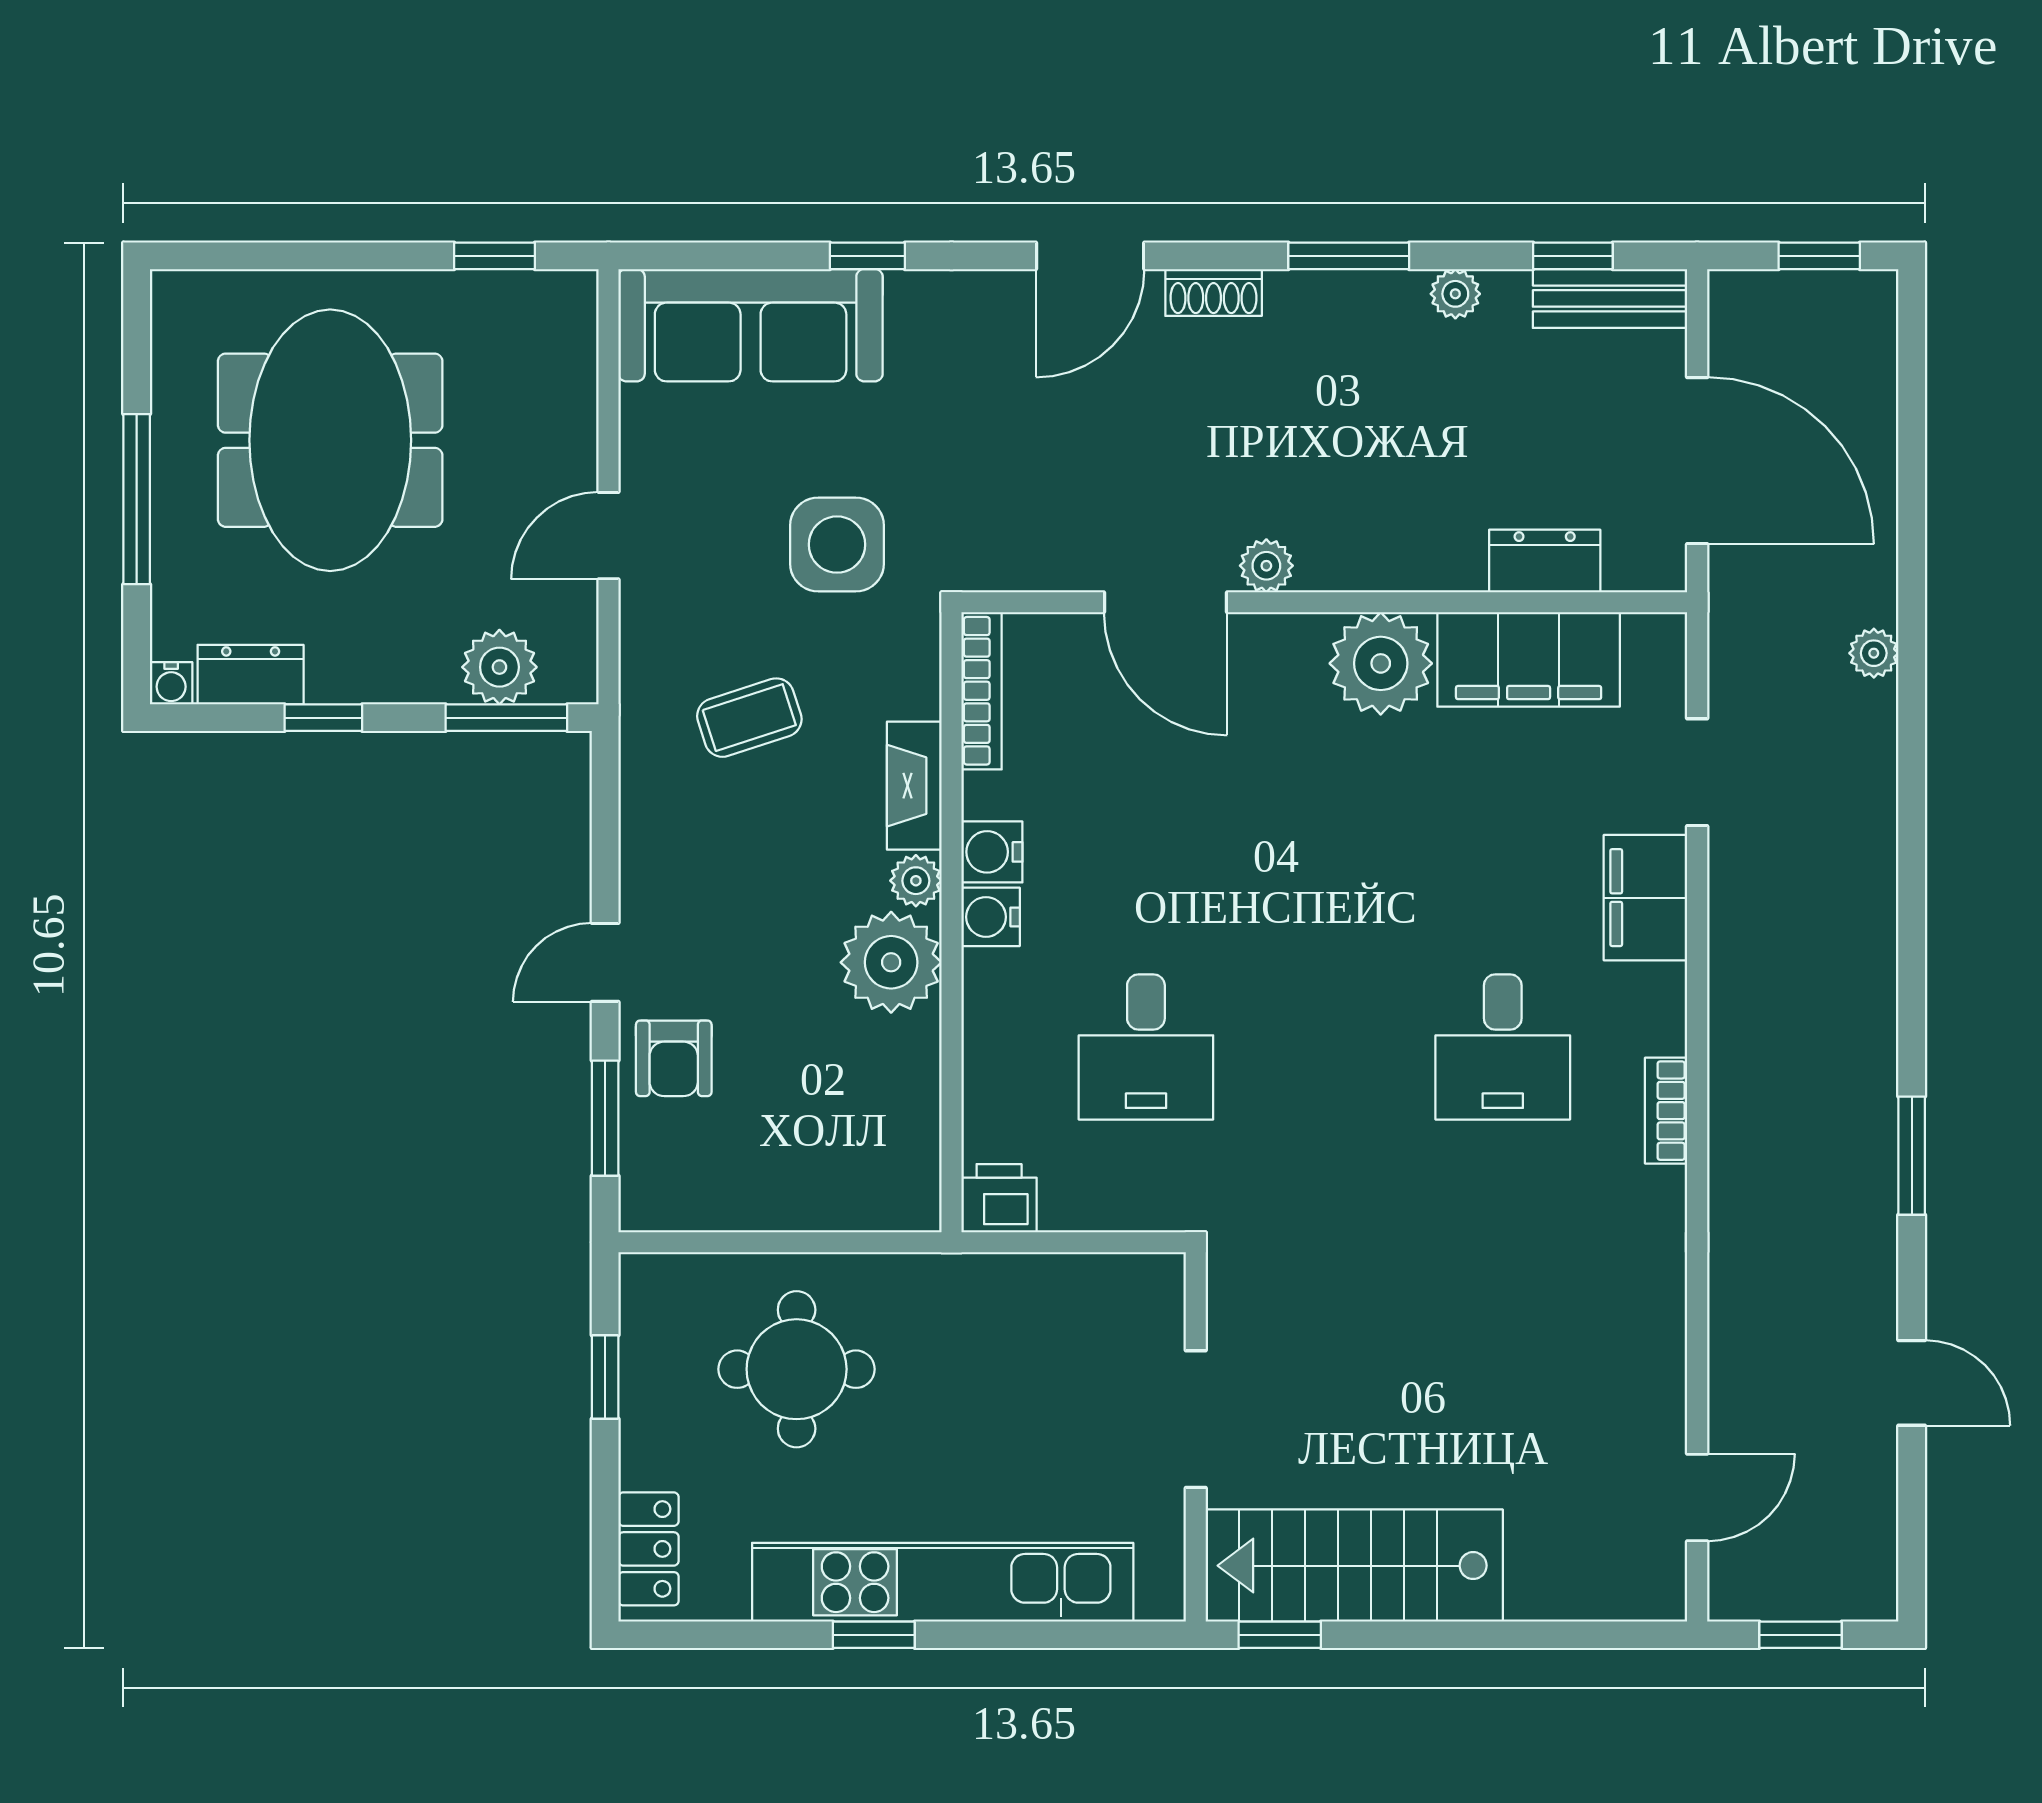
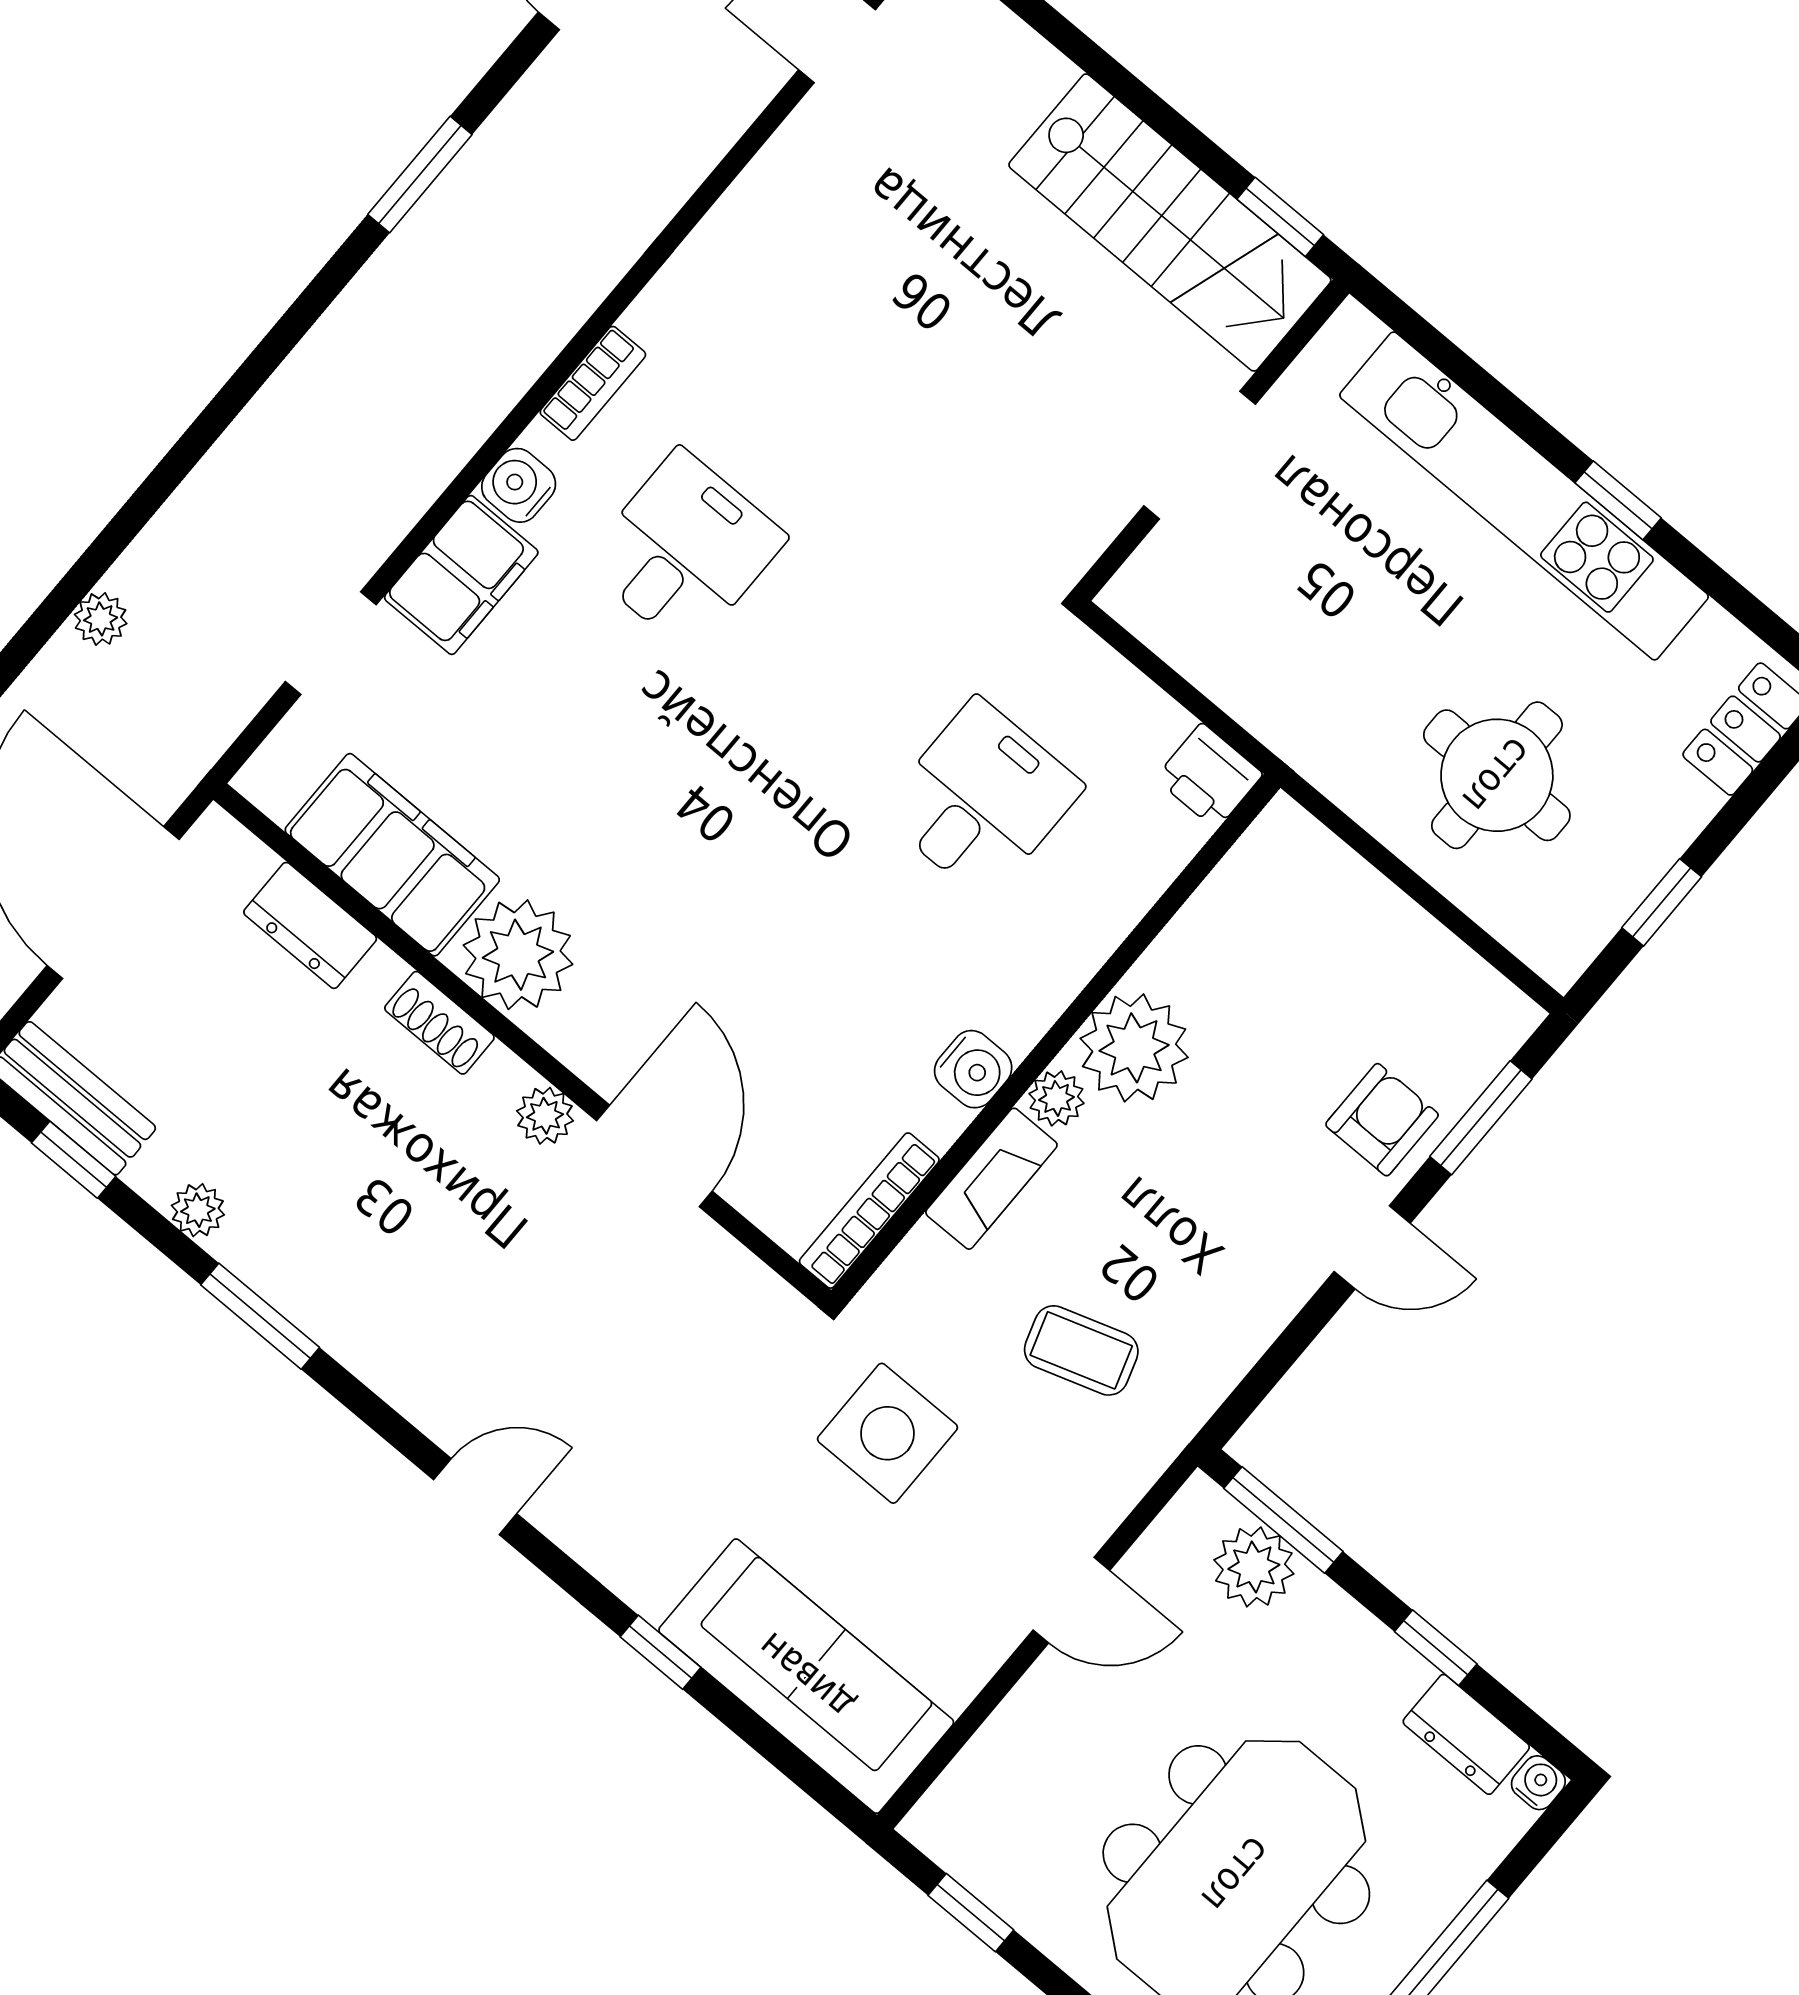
door: (1090, 256) -> (475, 1497), width x0.73
shoe rack: (1214, 292) -> (439, 1023), moved, turned 180
water cooler: (991, 917) -> (519, 485), moved, turned 180

